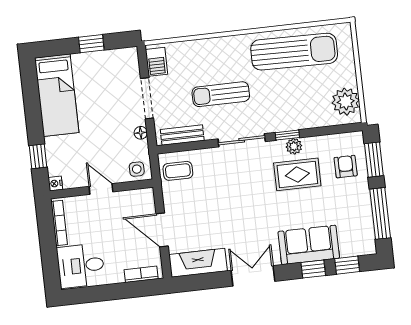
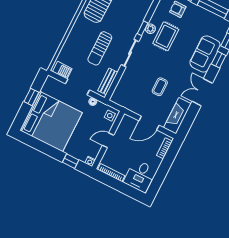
bed: (57, 95) -> (51, 121), width x2.04
coffee table: (178, 171) -> (160, 87), moved

